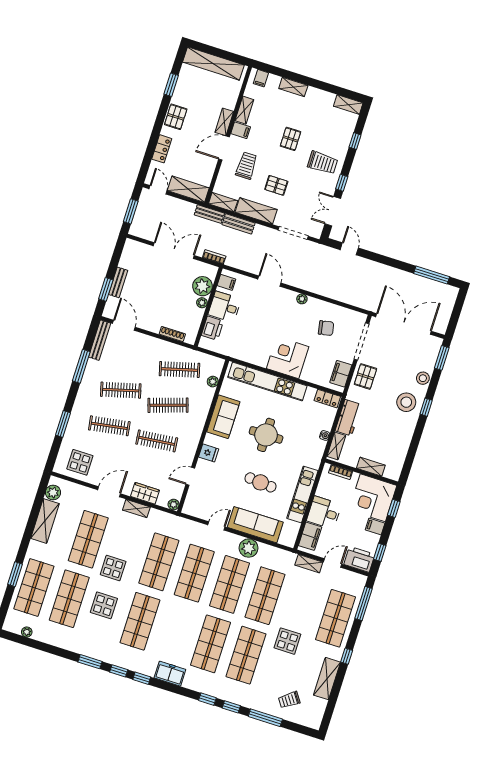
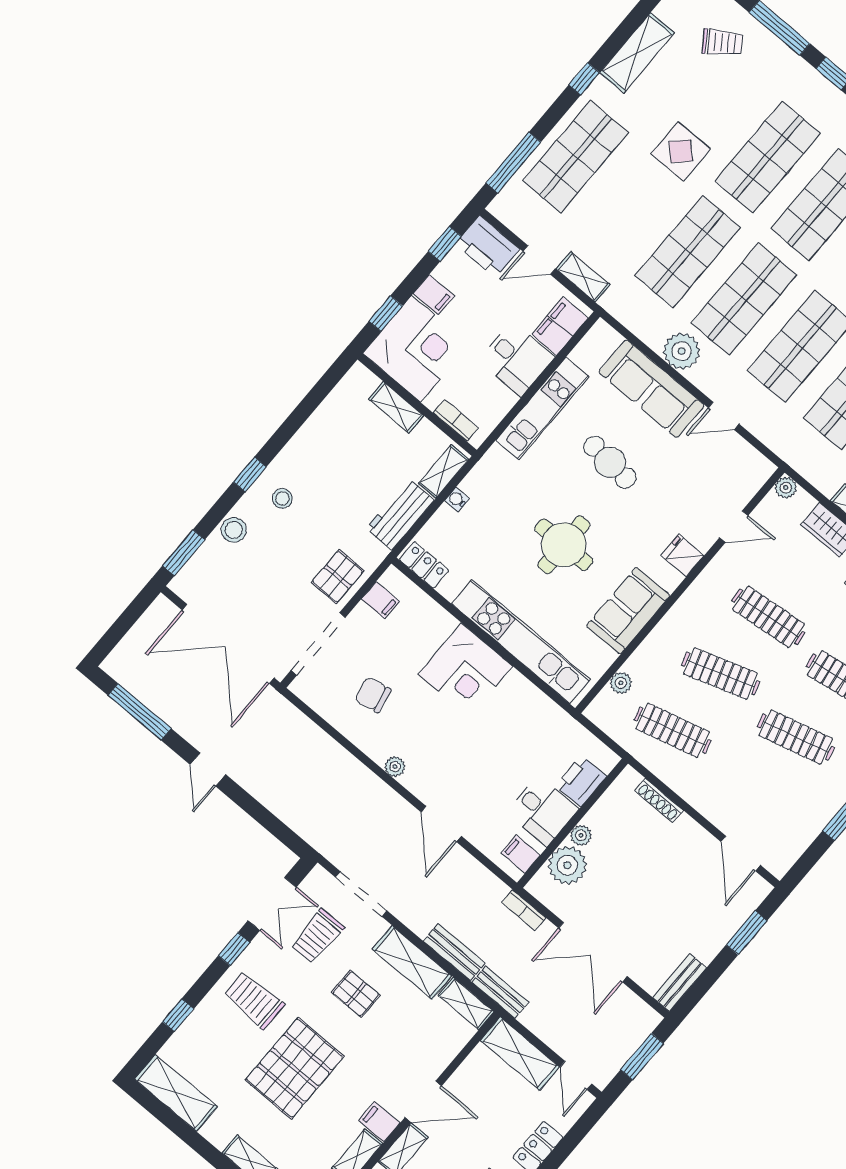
shelving: (348, 105) -> (176, 1093), width x1.50, depth x1.33
pallet: (291, 139) -> (295, 1068), width x2.05, depth x2.00
trolley: (246, 166) -> (317, 936), moved
door: (349, 249) -> (208, 770), moved
bench: (118, 282) -> (680, 983), moved
bench: (100, 340) -> (797, 845), removed
filing cabinet: (341, 374) -> (381, 600), width x0.50
stool: (406, 402) -> (282, 498), width x0.53, depth x0.53

